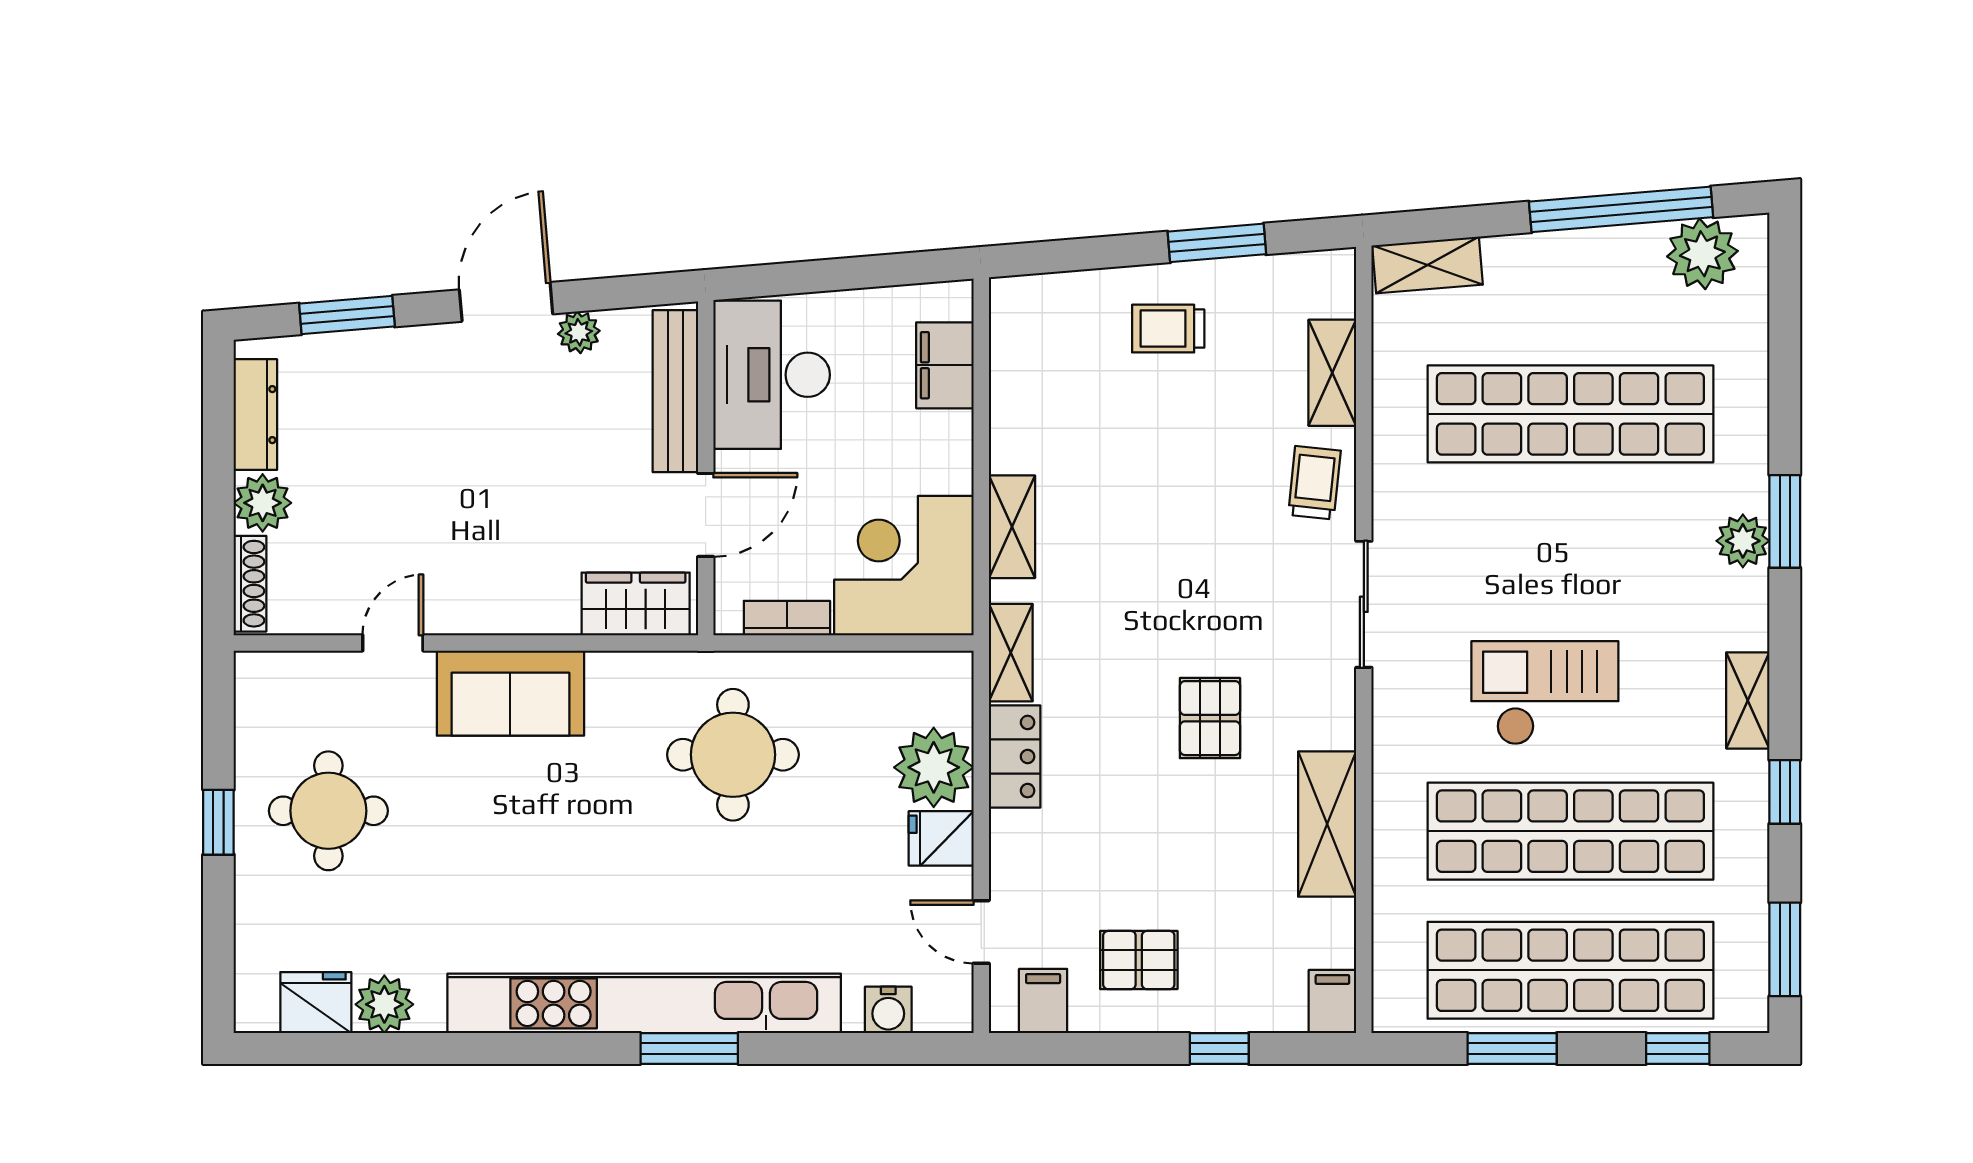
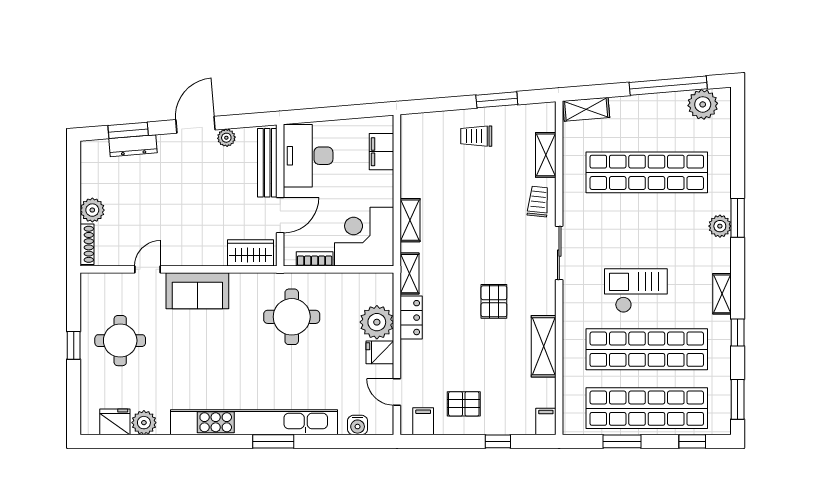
dresser: (255, 415) -> (133, 146), moved, turned 85

